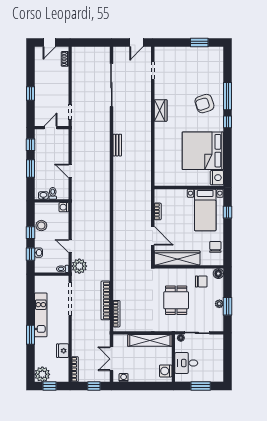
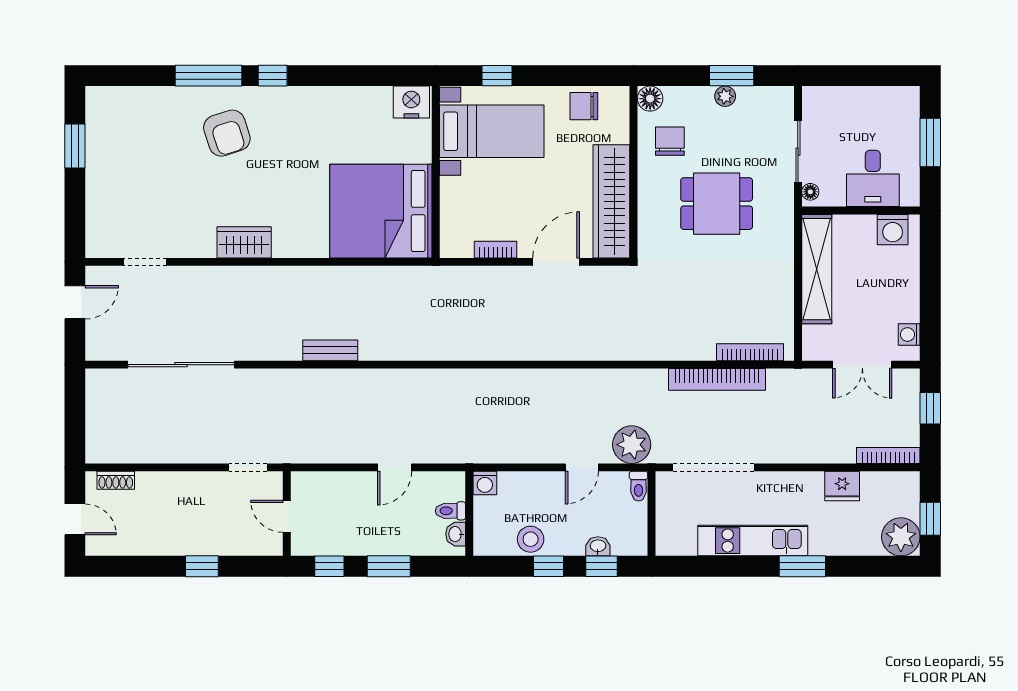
door: (137, 42) -> (75, 302), hinge flipped
bed: (203, 151) -> (381, 211), moved, turned 90

